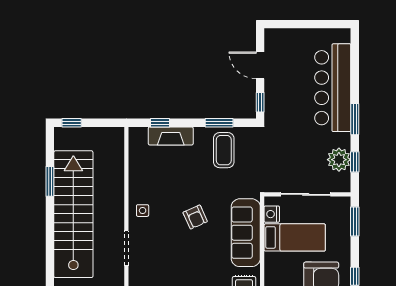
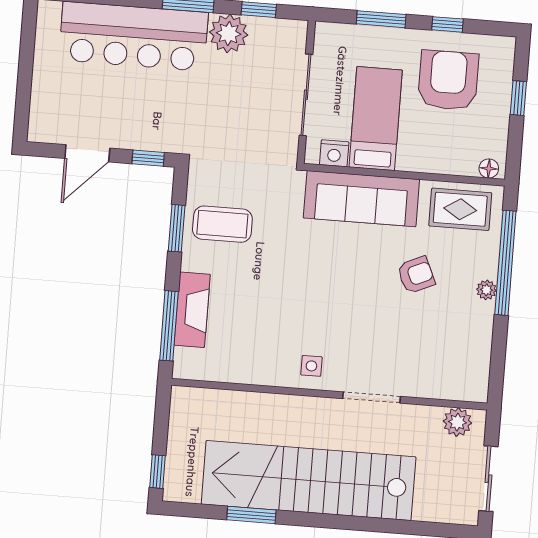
window: (160, 123) -> (169, 326), width x2.17
plant: (339, 160) -> (229, 33), moved
armchair: (195, 217) -> (416, 275), moved
window: (355, 222) -> (381, 19), moved

